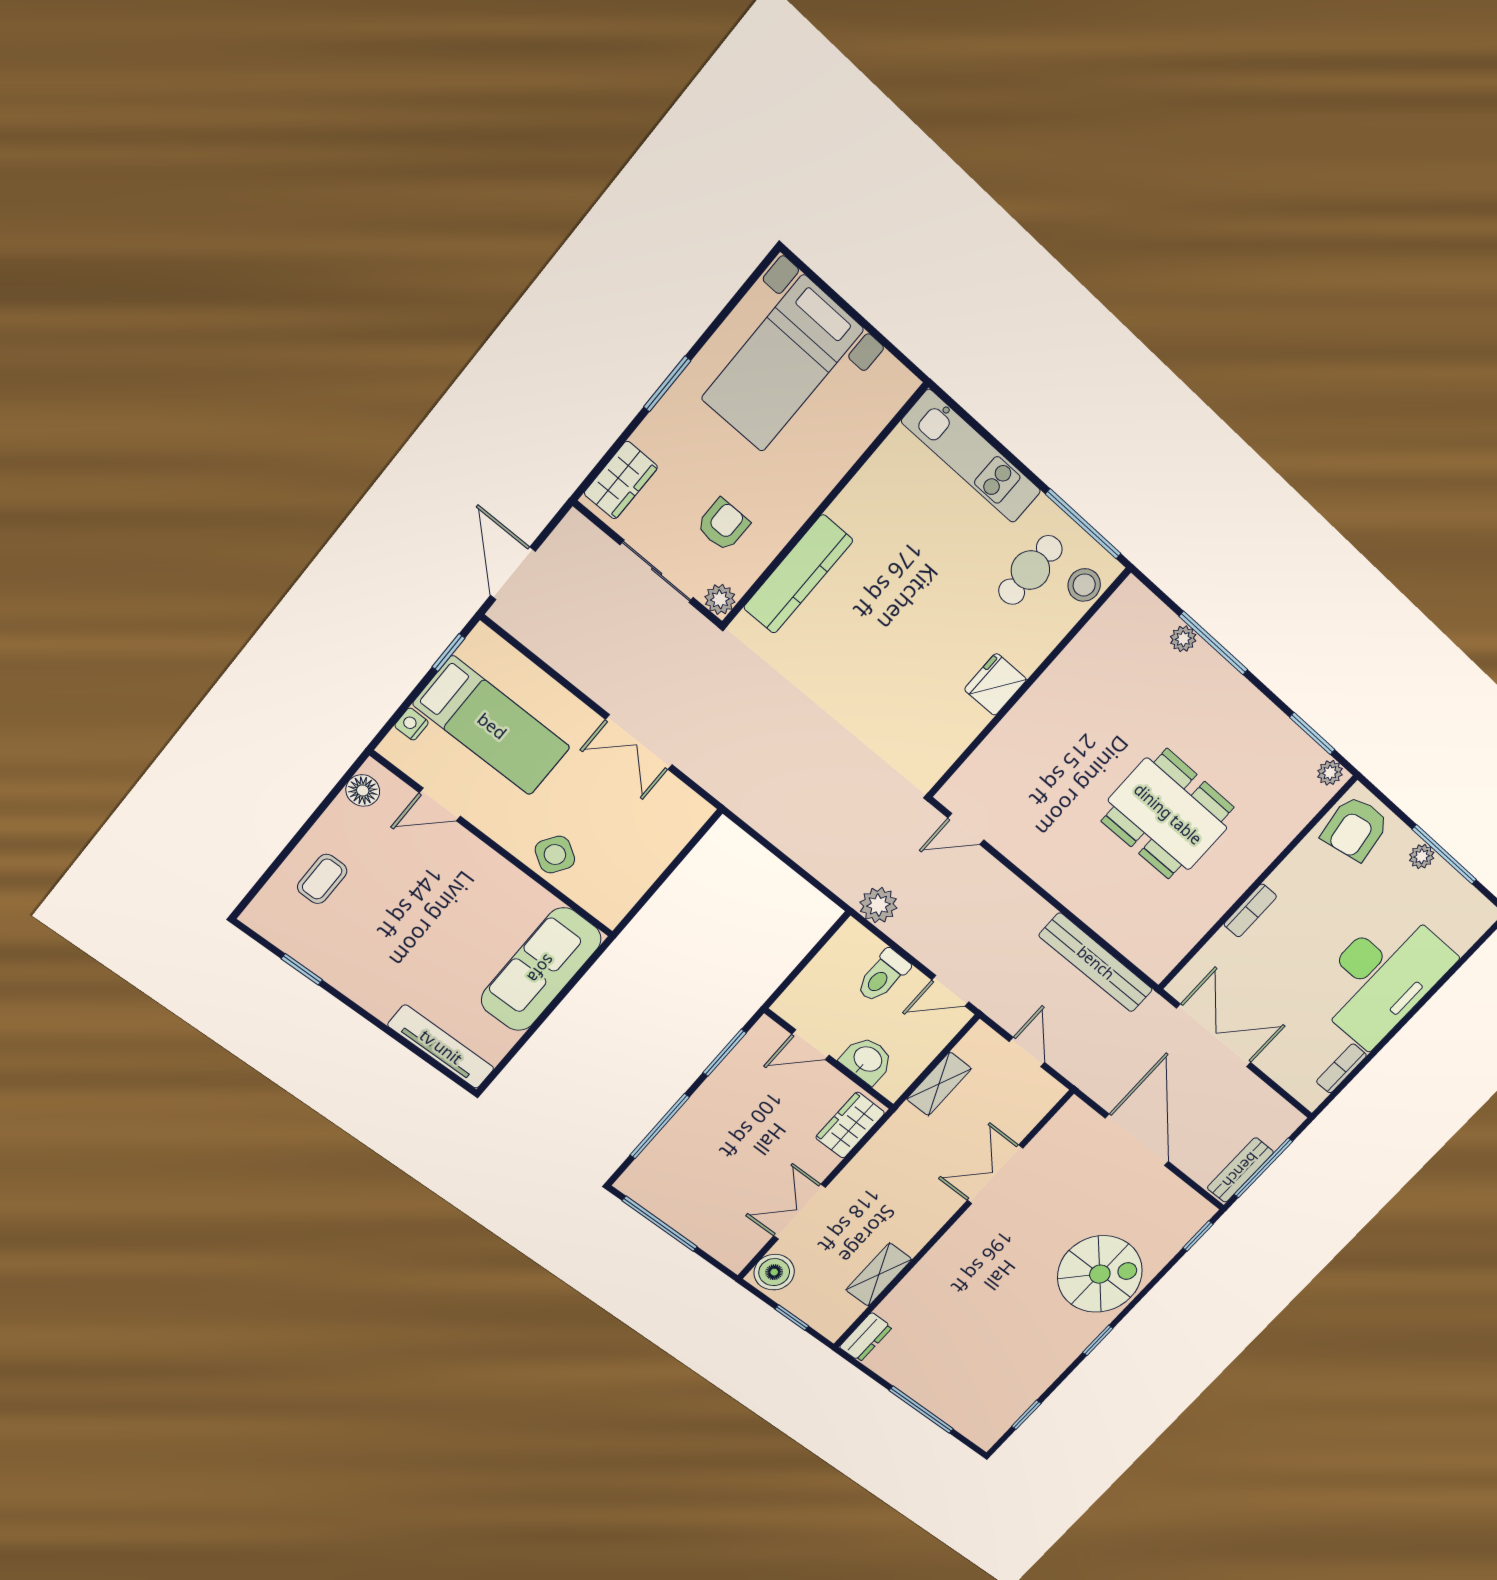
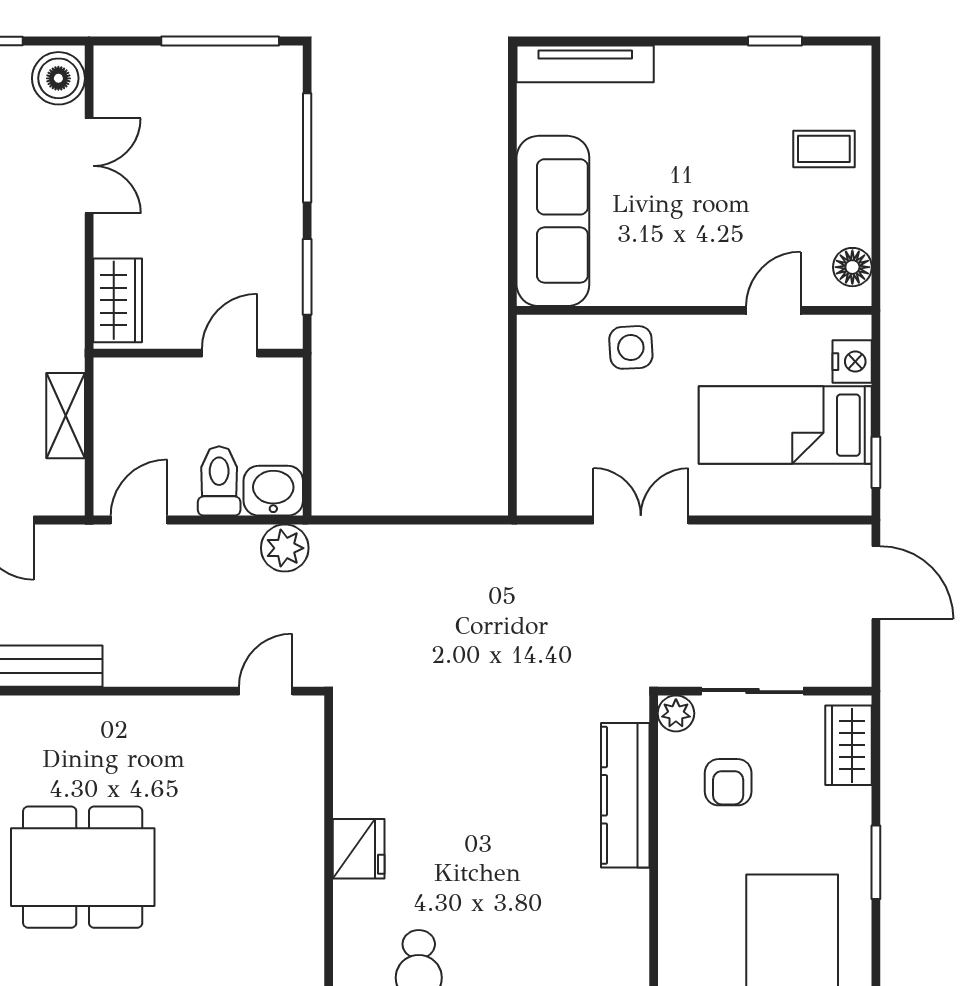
nightstand: (412, 724) -> (852, 362), width x1.39, depth x1.35
side table: (555, 855) -> (631, 347), turned -36
coffee table: (322, 879) -> (824, 149), turned 90
washbasin: (867, 1060) -> (273, 491), moved, turned 180

